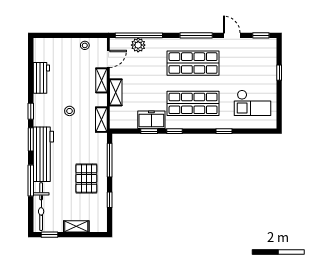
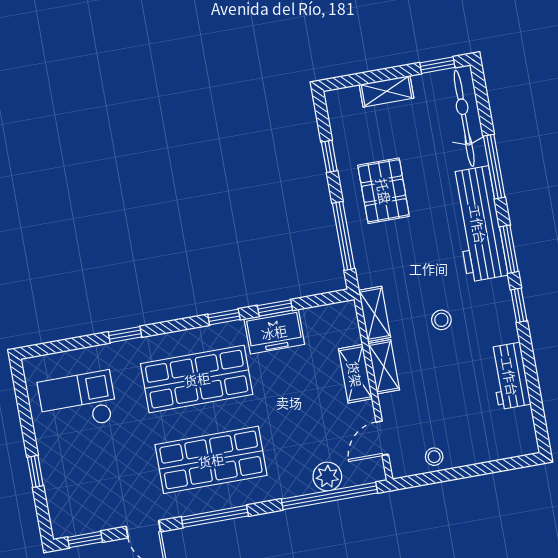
shelving: (101, 80) -> (384, 367), moved

